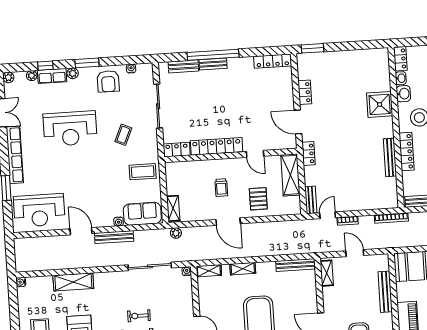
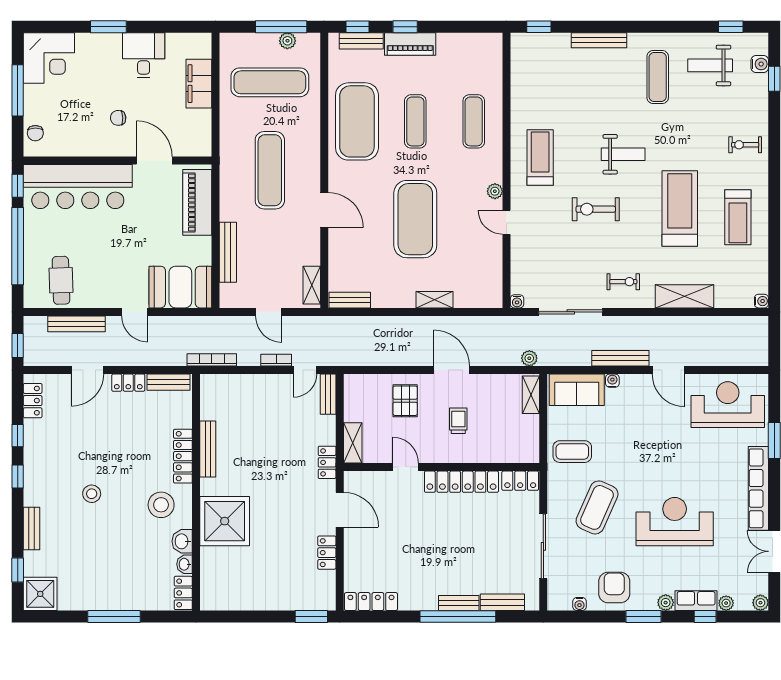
shower: (380, 104) -> (225, 521), width x1.37, depth x1.37
coffee table: (123, 135) -> (597, 507), width x1.86, depth x1.72
shelving: (290, 175) -> (353, 443), width x0.67, depth x0.75
bench: (295, 265) -> (350, 300), width x0.73
shelving: (209, 271) -> (485, 300), removed
exercise bike: (139, 316) -> (623, 282), moved

